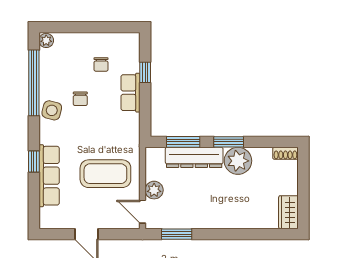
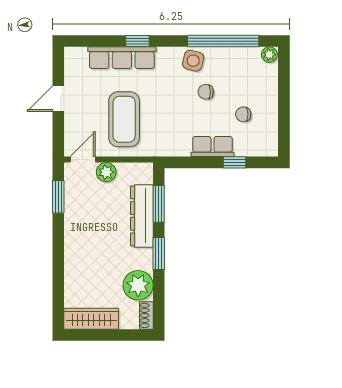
plant: (238, 161) -> (138, 285), moved
wardrobe: (288, 212) -> (91, 319), width x1.50

